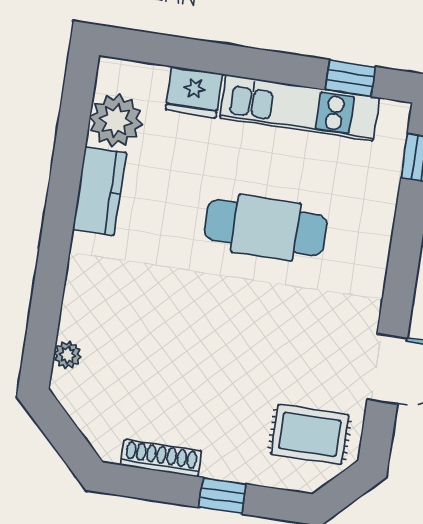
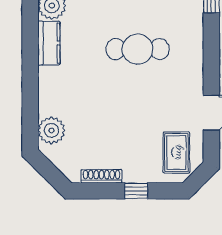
plant: (67, 355) -> (51, 130), width x1.88, depth x1.88
rug: (310, 434) -> (176, 152), turned 90

